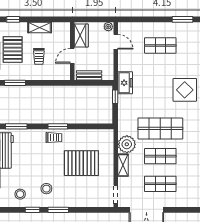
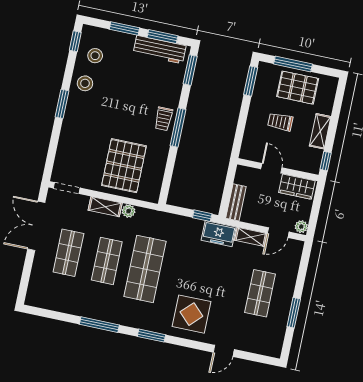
window: (13, 19) -> (326, 161), moved
window: (183, 19) -> (294, 313), moved
shelving: (123, 60) -> (251, 237), added
bench: (89, 75) -> (236, 202), moved
window: (58, 126) -> (178, 128), width x1.44
plant: (127, 144) -> (129, 211), width x0.53, depth x0.53
pallet: (81, 163) -> (124, 166), moved
stool: (46, 189) -> (85, 83), moved
window: (33, 210) -> (75, 41), moved

